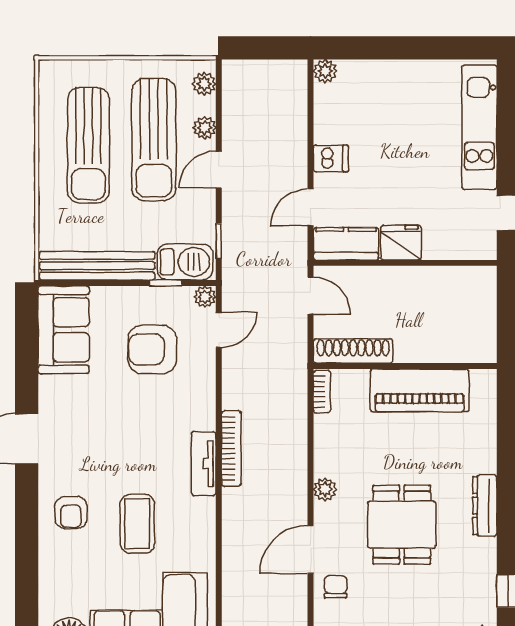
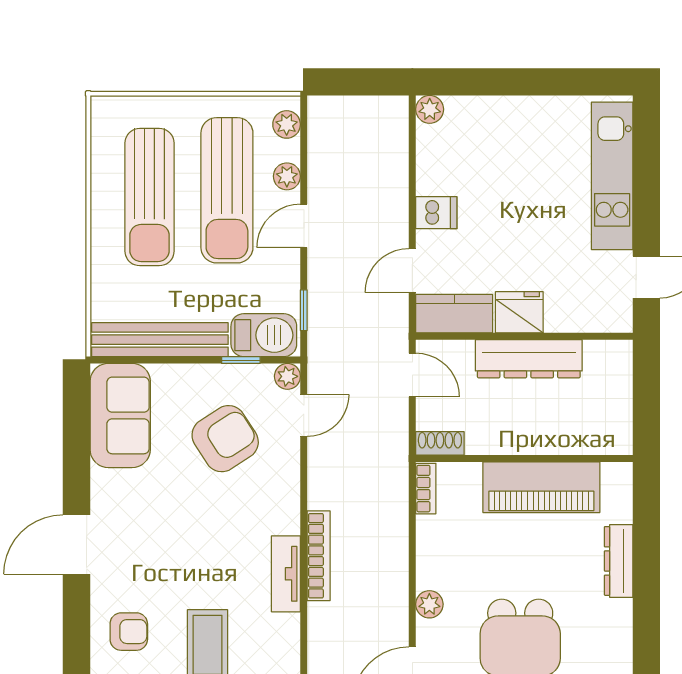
dresser: (409, 282) -> (529, 359), added
armchair: (152, 349) -> (225, 439), turned 147
shoe rack: (353, 351) -> (440, 443), width x0.51, depth x0.81
dresser: (485, 505) -> (619, 561), moved
armchair: (71, 512) -> (129, 632), turned -90

